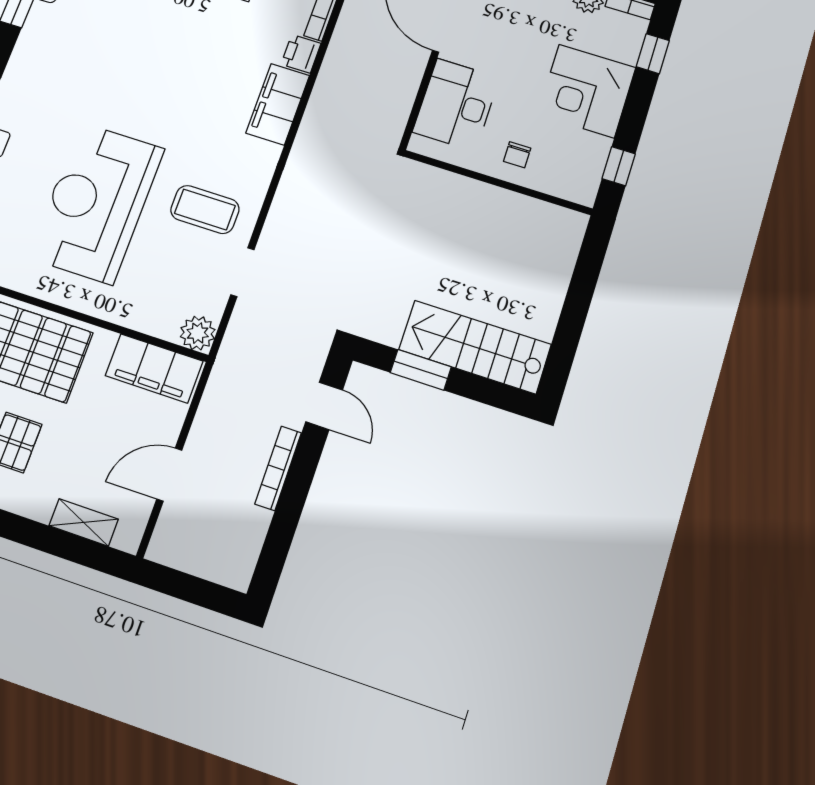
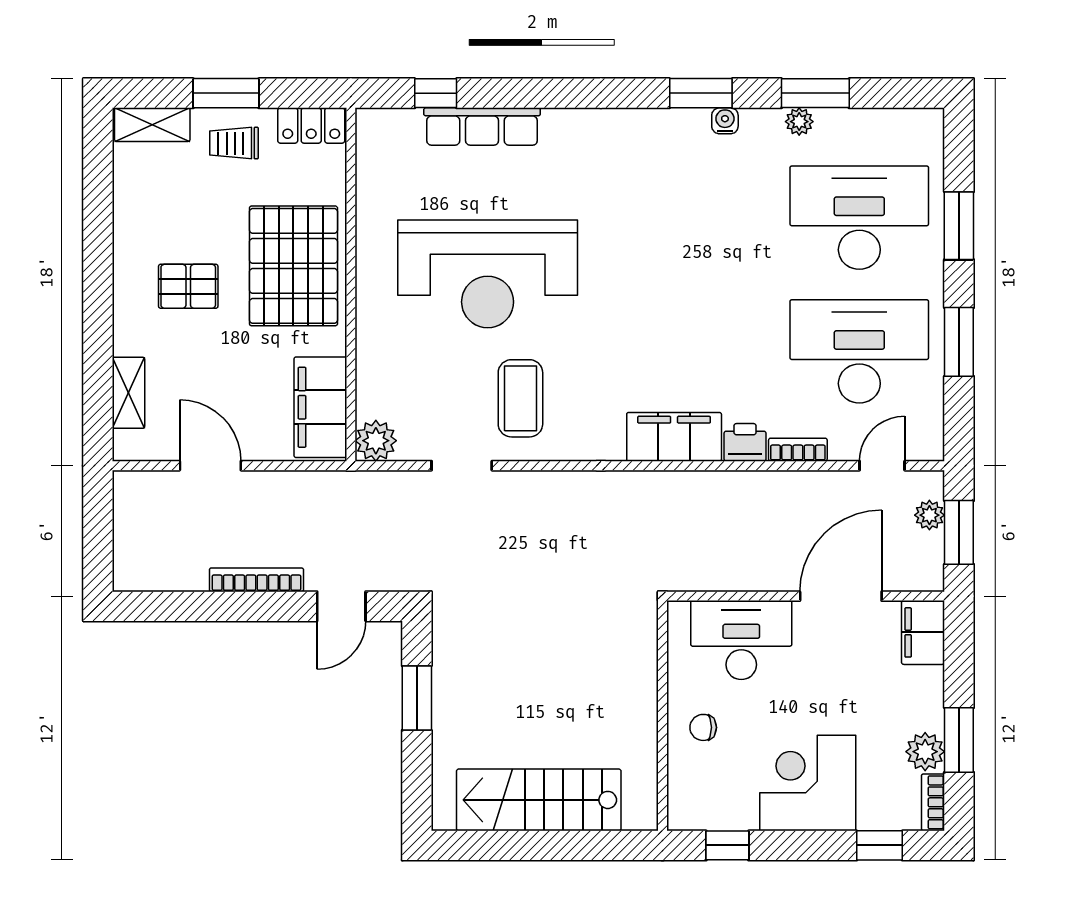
reception desk: (97, 203) -> (488, 274), turned 180
stairs: (475, 347) -> (539, 800), moved, turned -90

